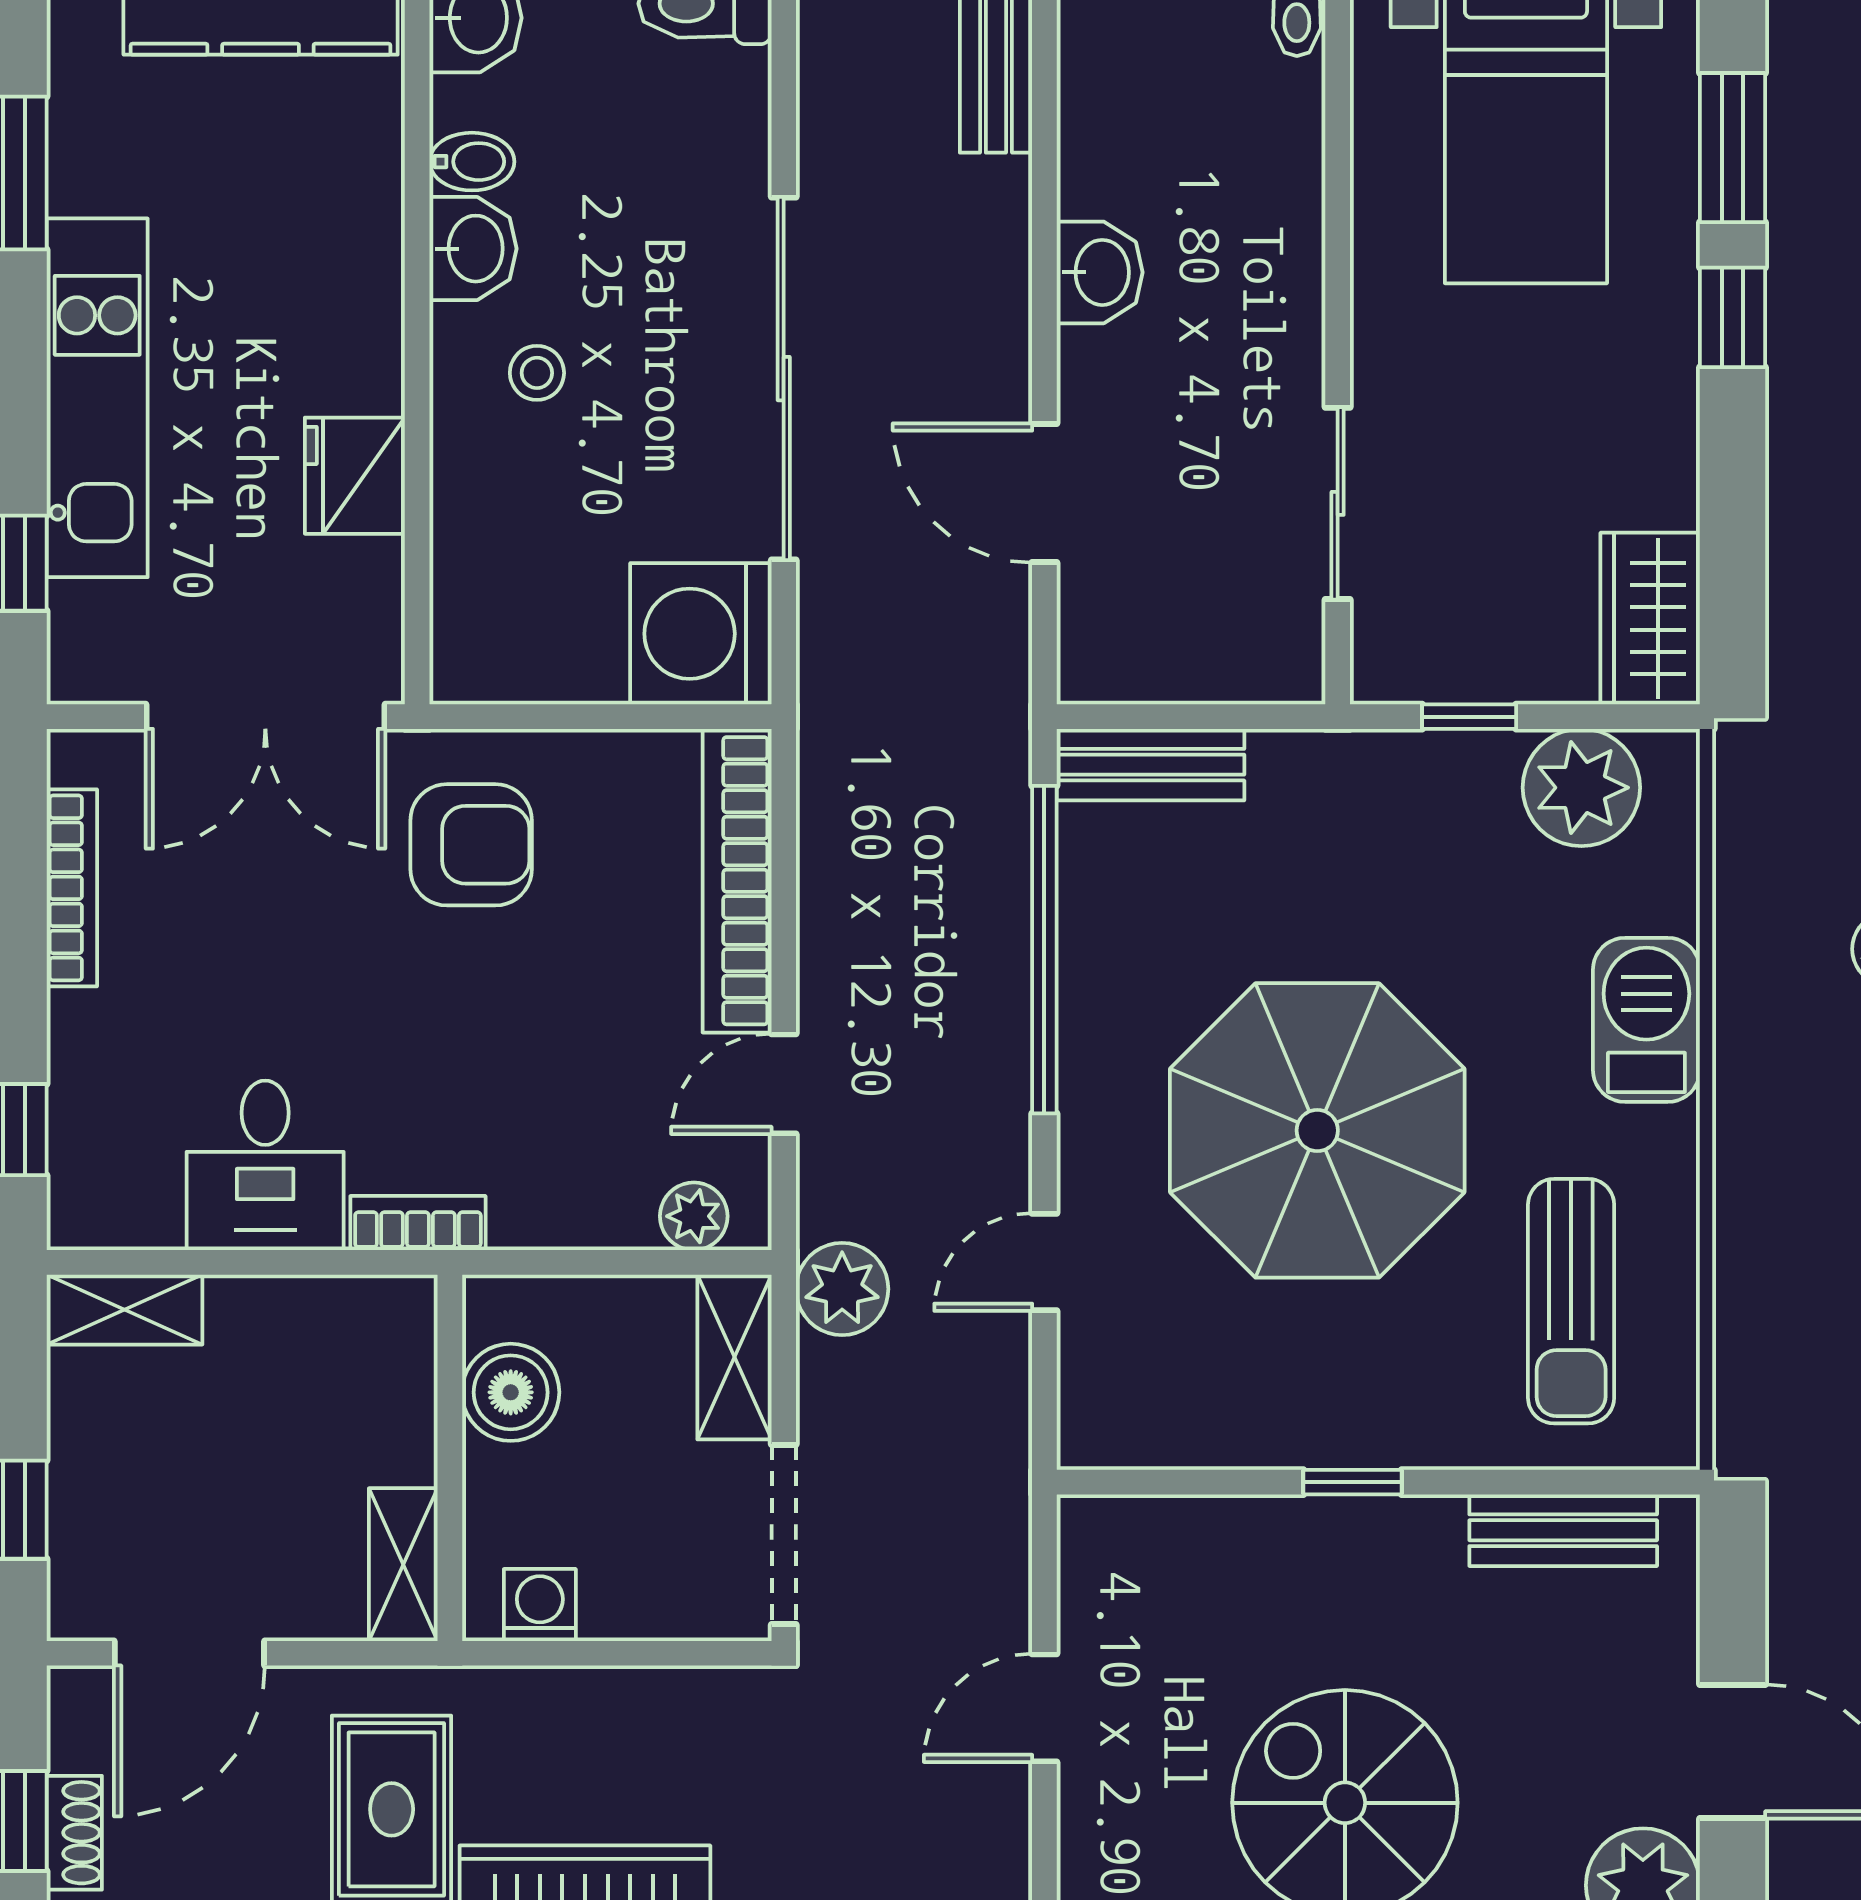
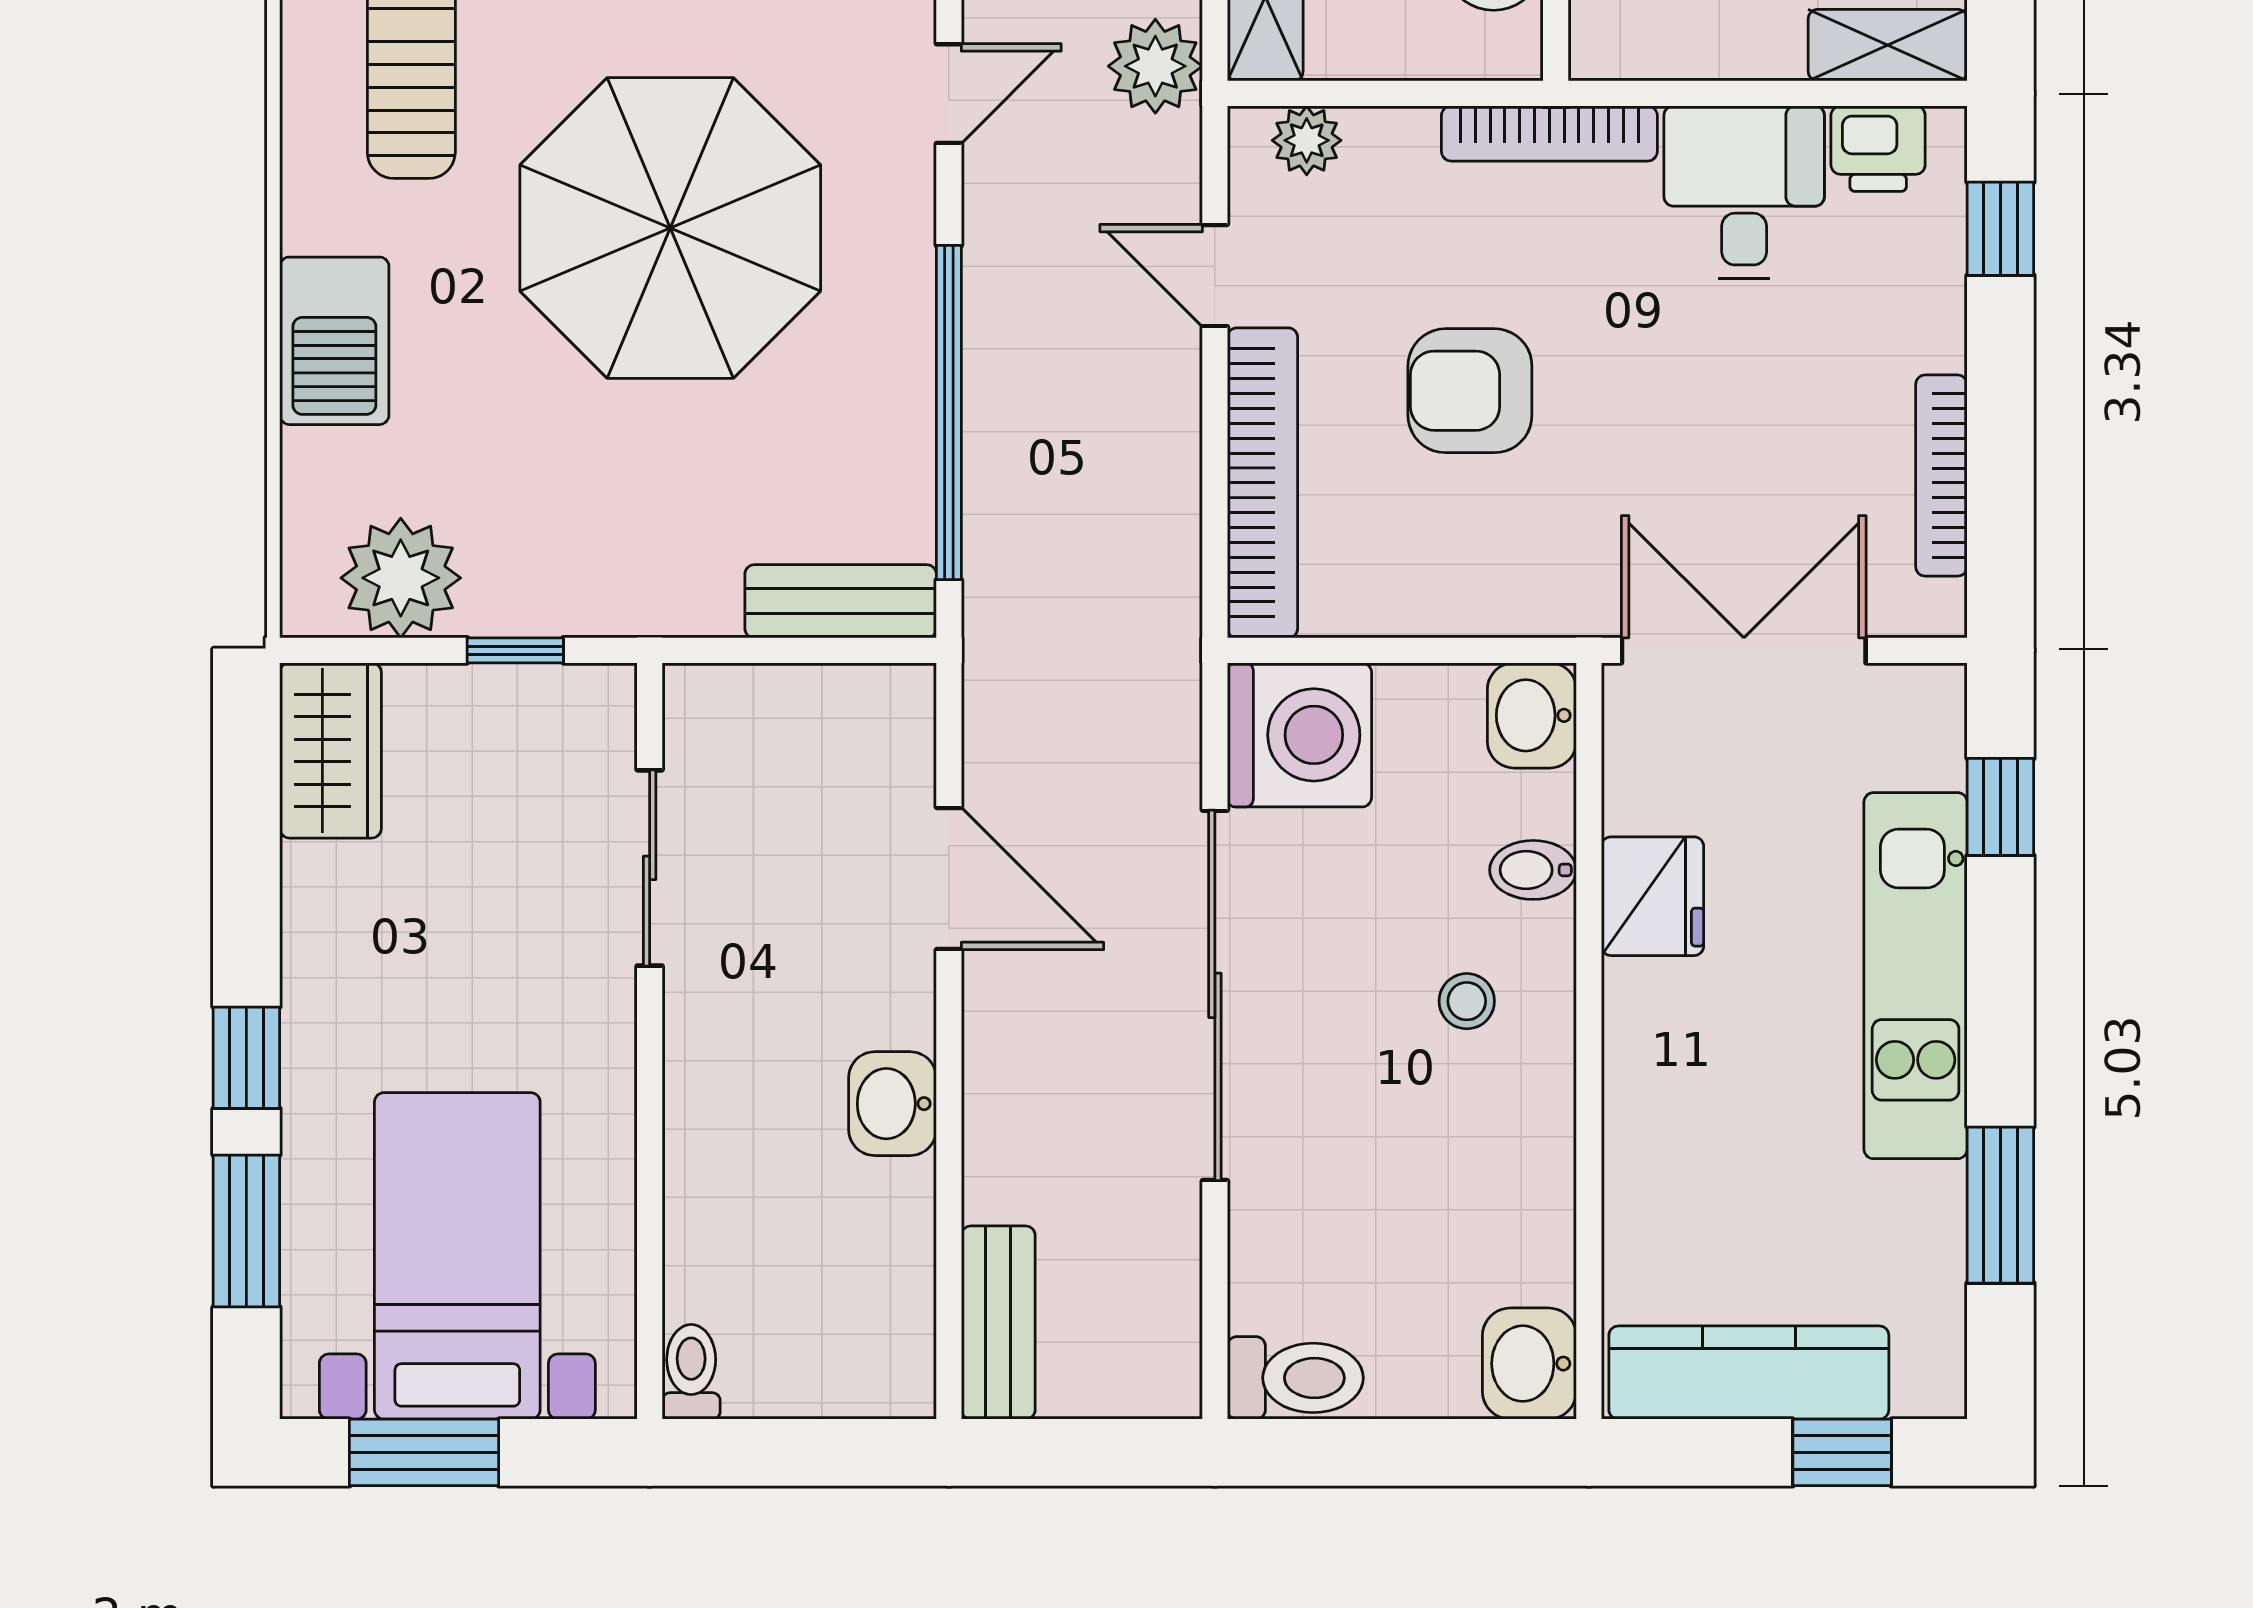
bidet: (472, 162) -> (1533, 870), moved
washbasin: (473, 249) -> (1532, 715), moved
armchair: (471, 845) -> (1470, 391), moved
door: (784, 1084) -> (1215, 276), swing flipped
printer: (134, 1208) -> (1878, 149), added
bookcase: (418, 1223) -> (1549, 133), width x1.56

